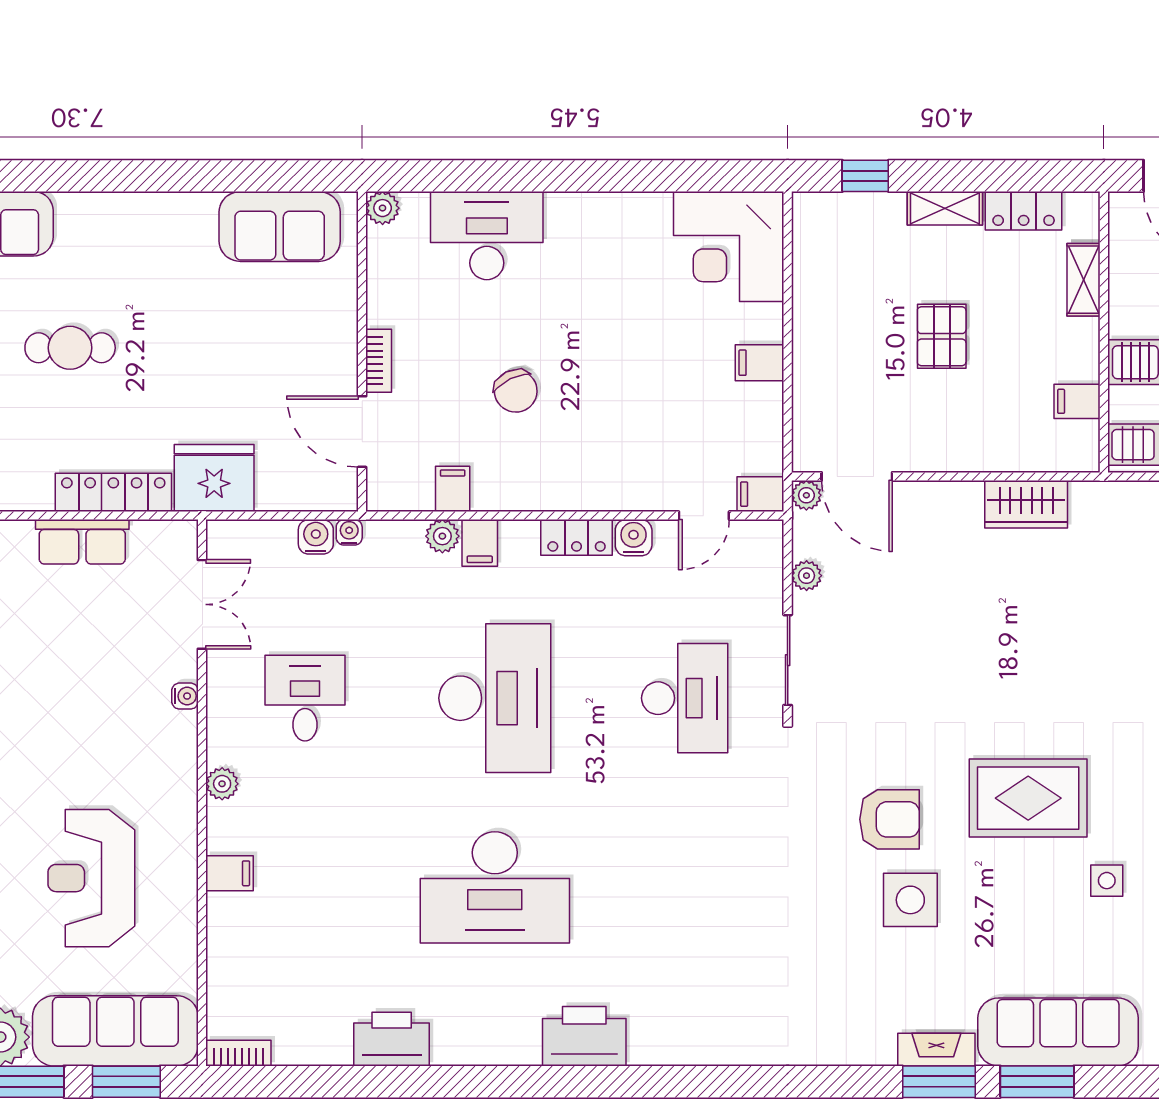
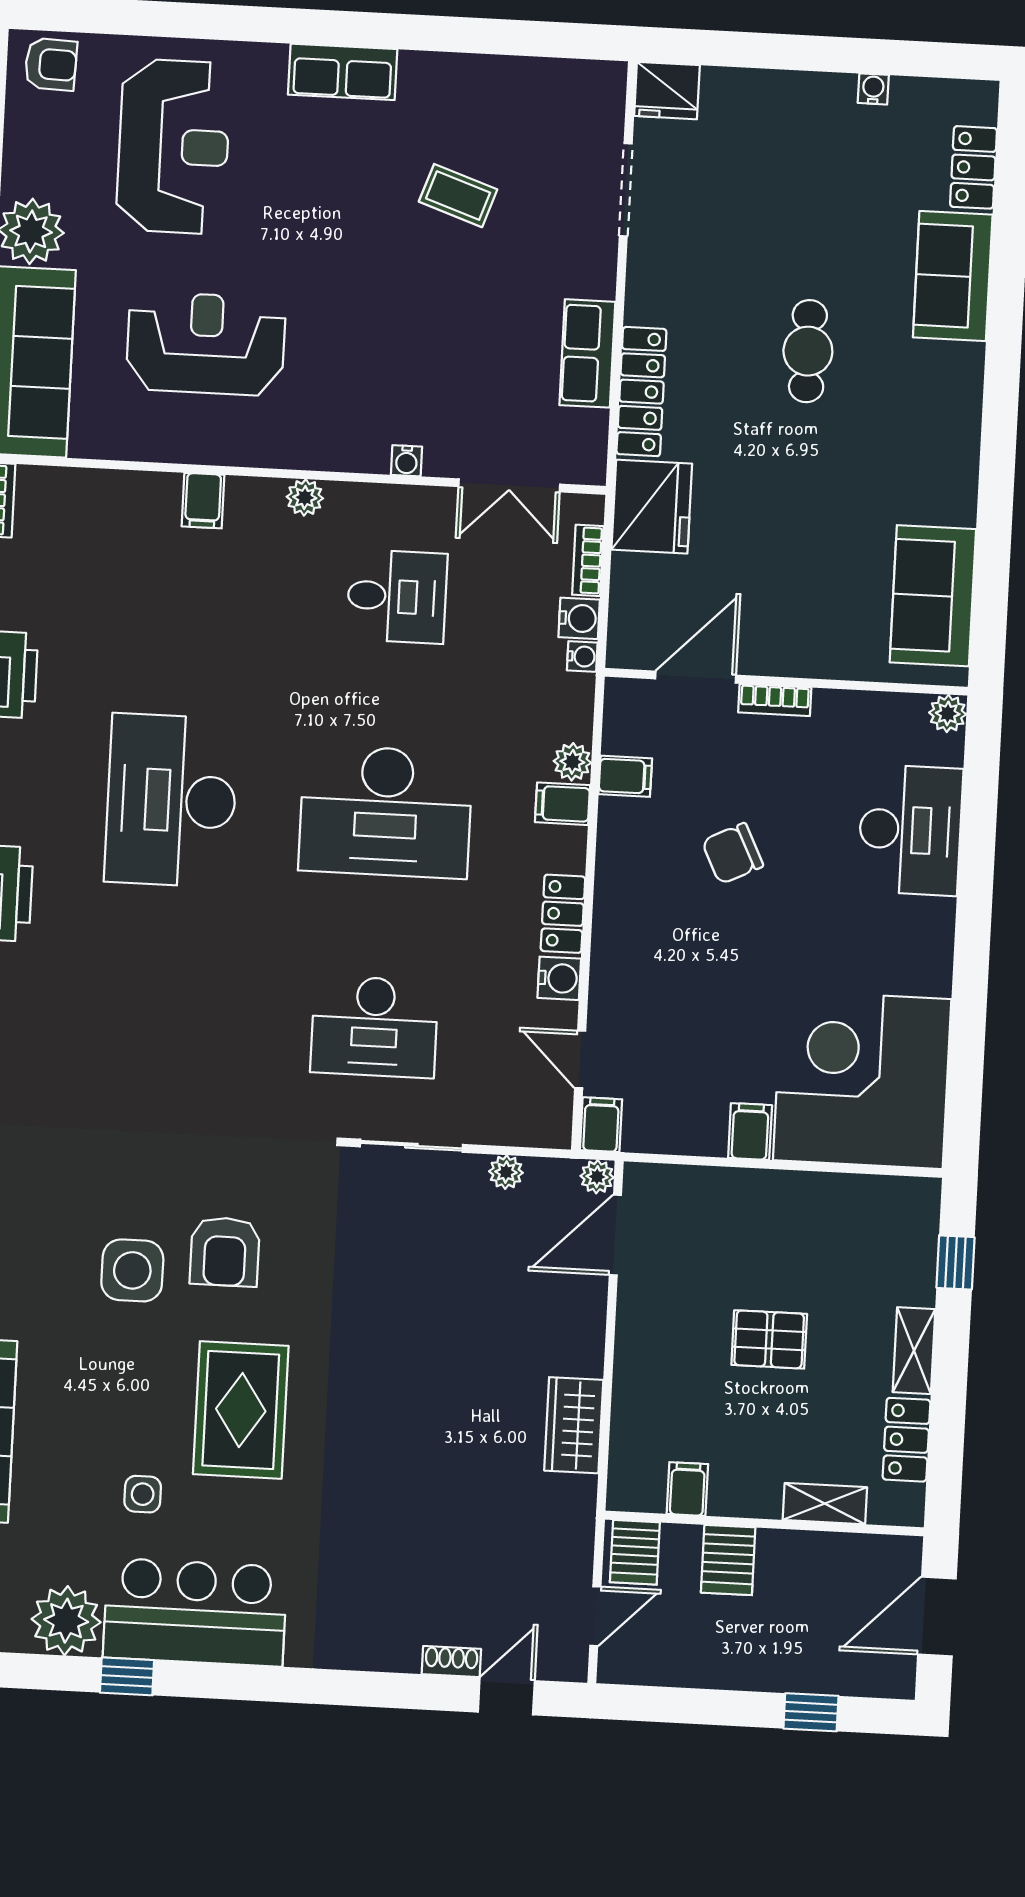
corner desk: (729, 247) -> (862, 1080), width x1.36, depth x1.36
bookcase: (264, 532) -> (588, 560), added

